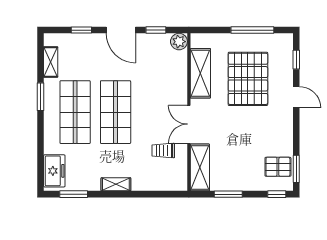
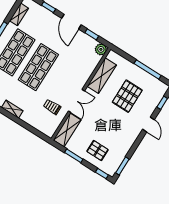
pallet: (248, 79) -> (127, 96), width x0.73, depth x0.71
double door: (189, 124) -> (76, 101), swing flipped
pallet: (278, 167) -> (98, 151), moved

